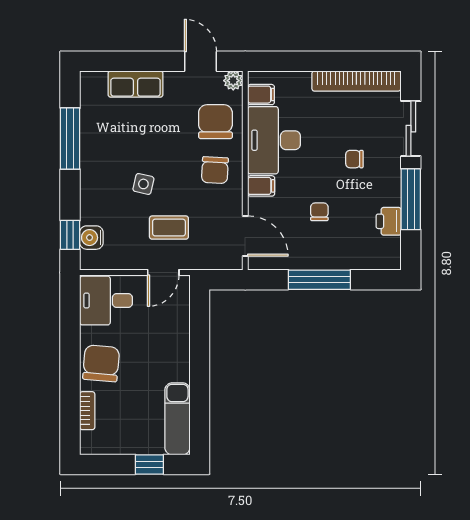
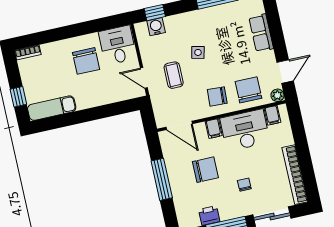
chair: (215, 122) -> (248, 90), turned -90
chair: (319, 212) -> (205, 170), width x1.87, depth x1.87
door: (245, 236) -> (179, 125), hinge flipped
chair: (101, 363) -> (86, 61), moved, turned 85
bookcase: (87, 411) -> (28, 53), moved

